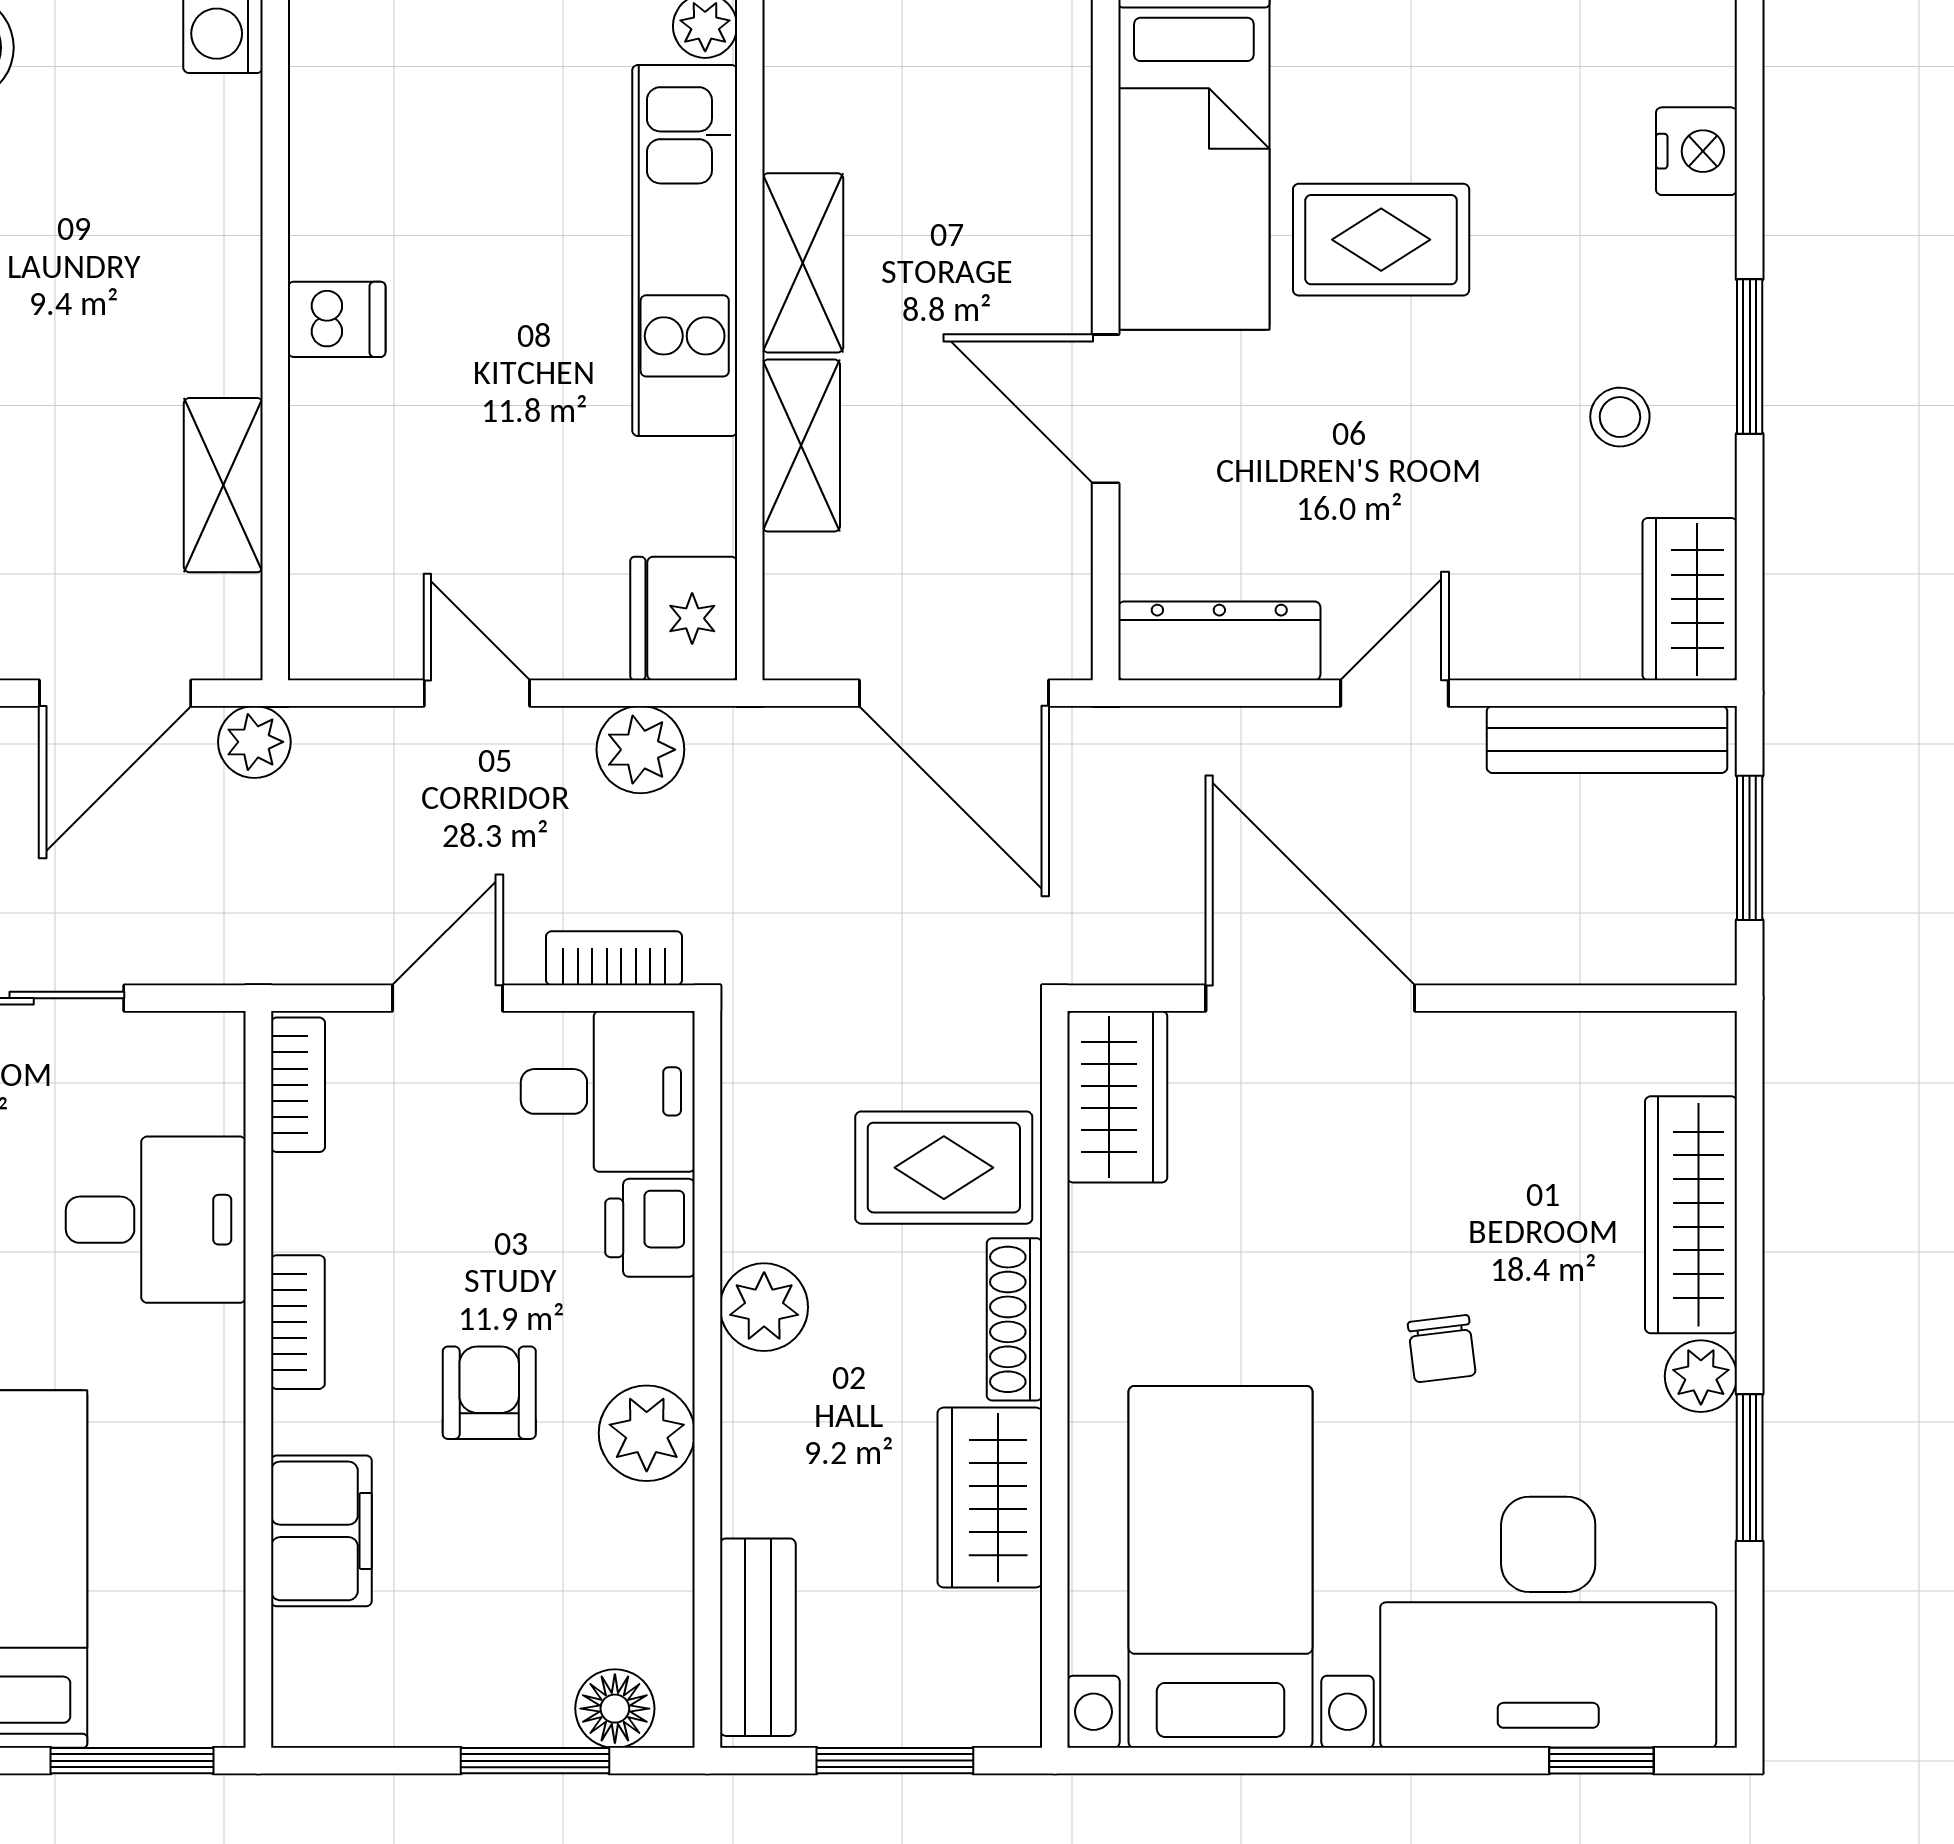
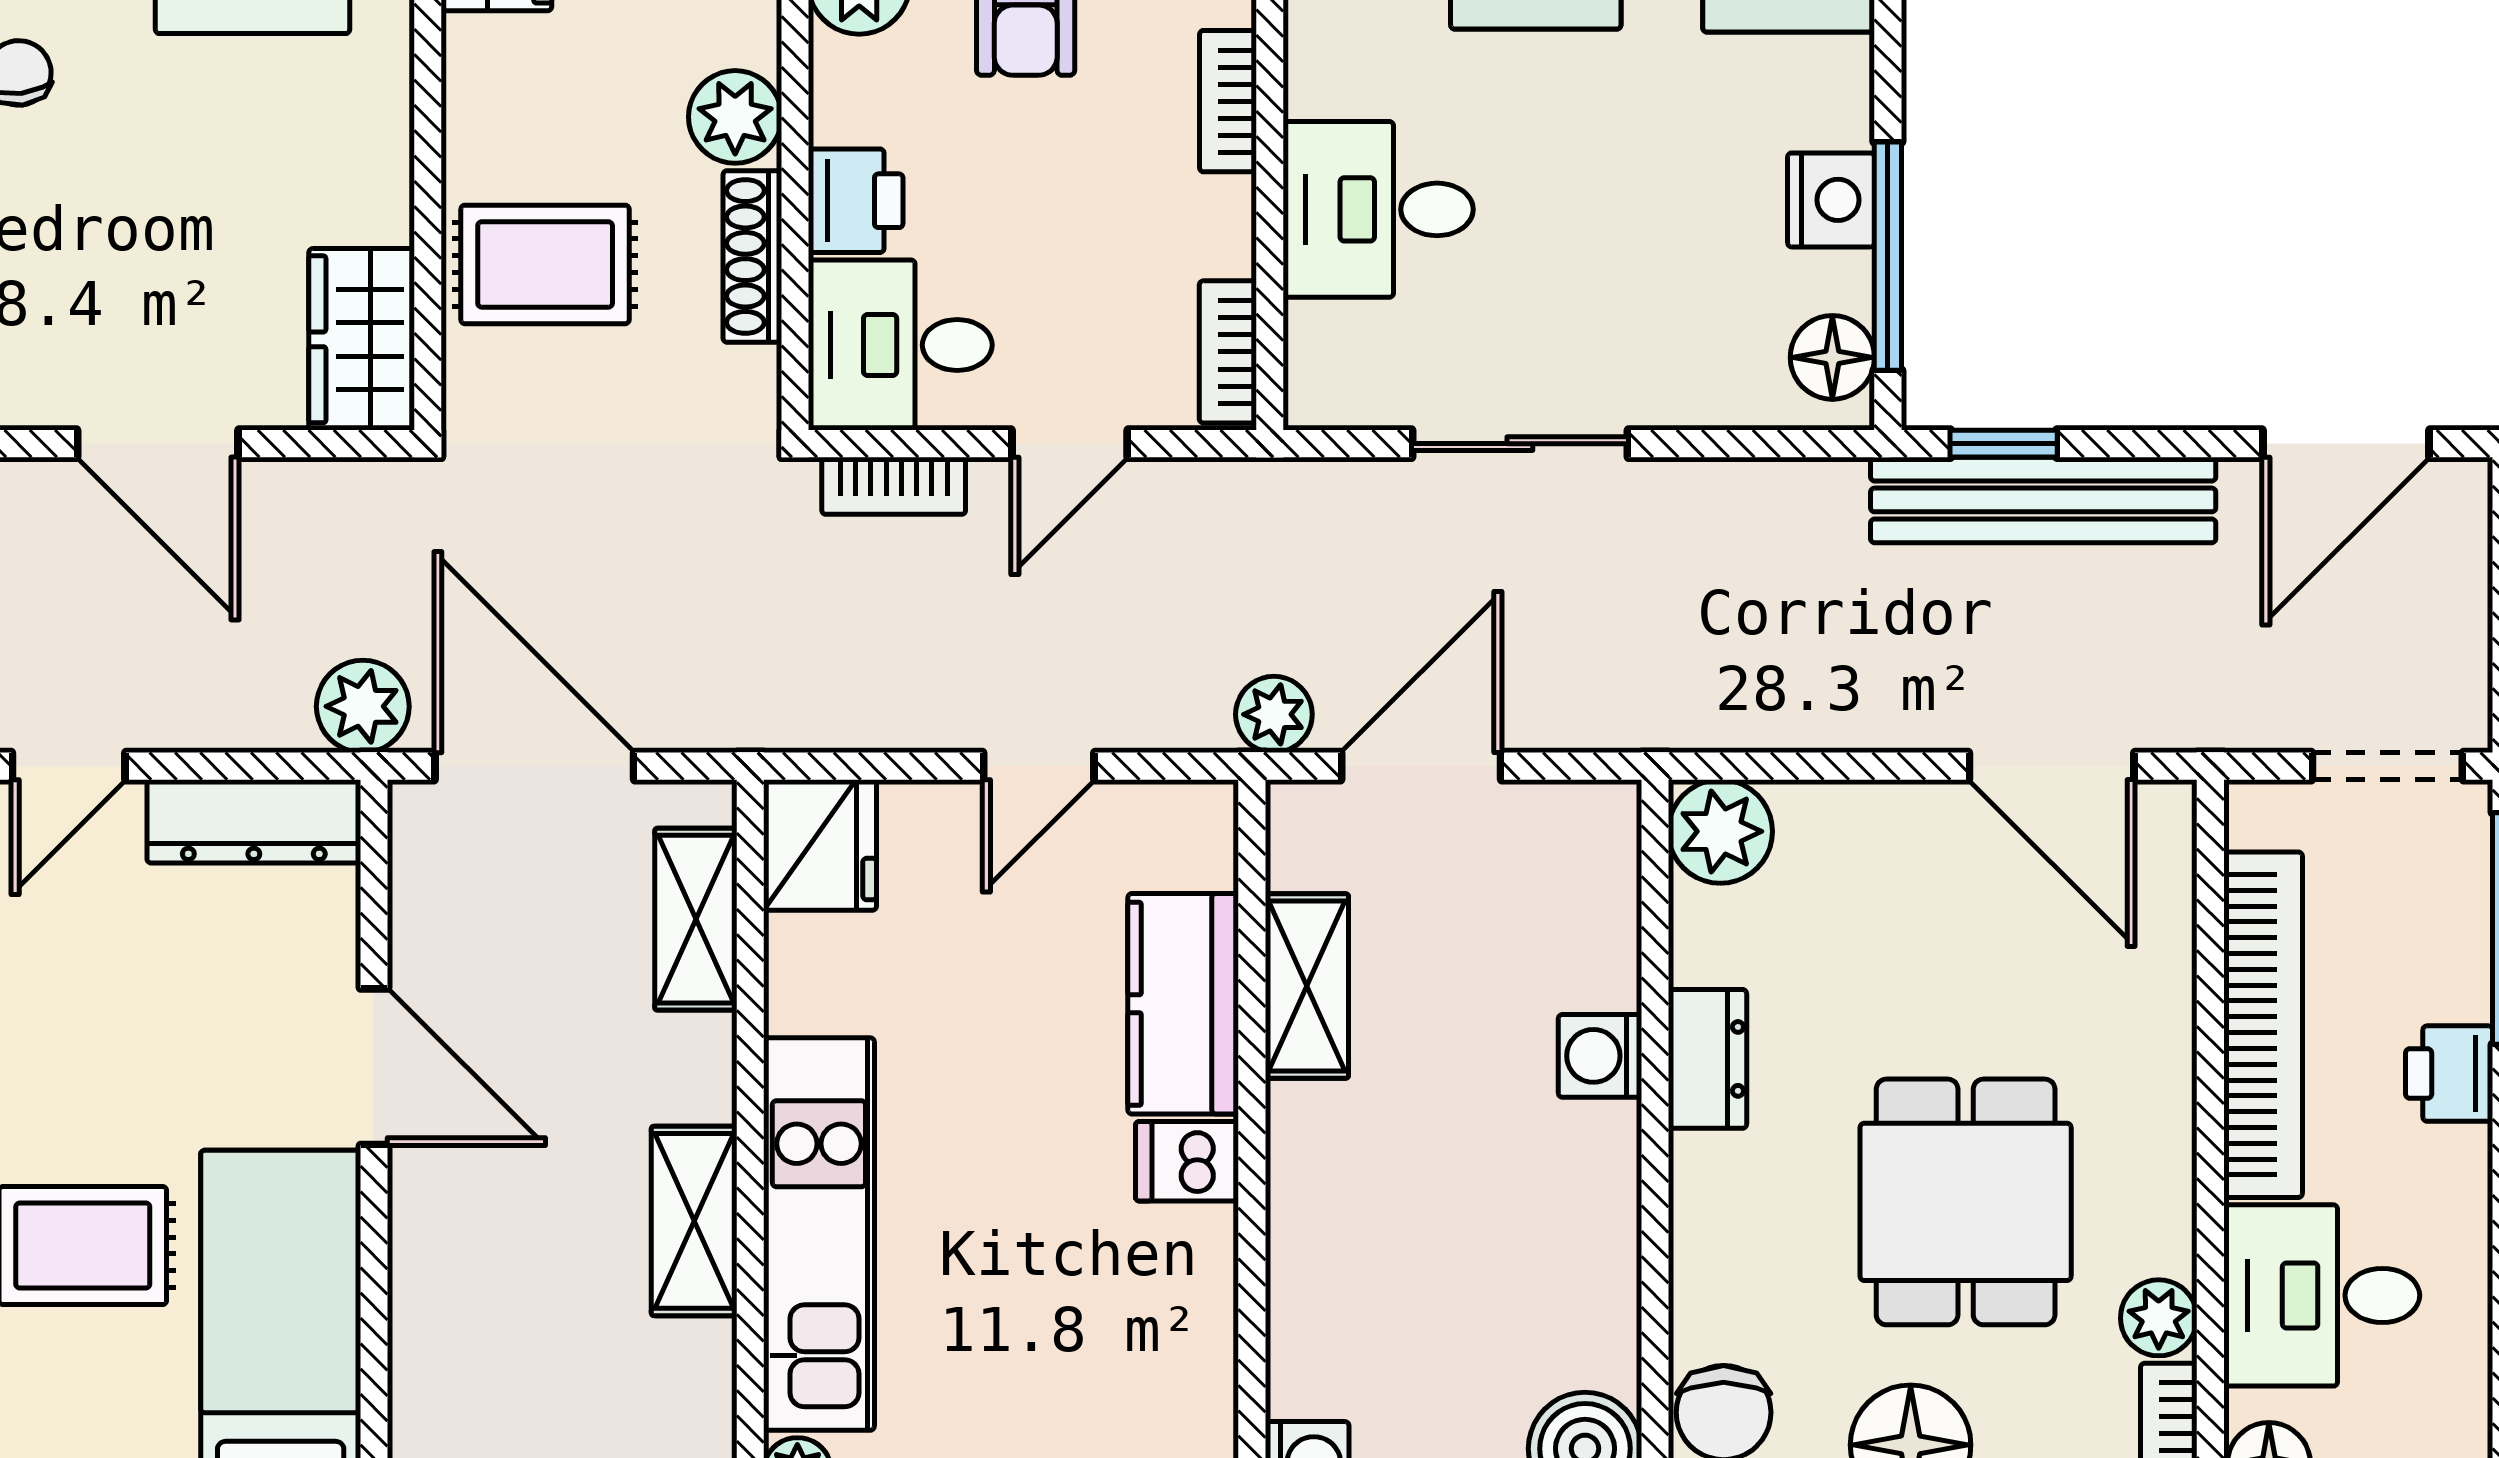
shelving: (801, 446) -> (696, 919), moved
kitchen counter: (340, 468) -> (1183, 1004), added
door: (477, 693) -> (1039, 766), hinge flipped
plant: (640, 750) -> (363, 706), moved
door: (1310, 998) -> (158, 444), width x0.73
shoe rack: (1014, 1319) -> (752, 256), moved, turned 180

